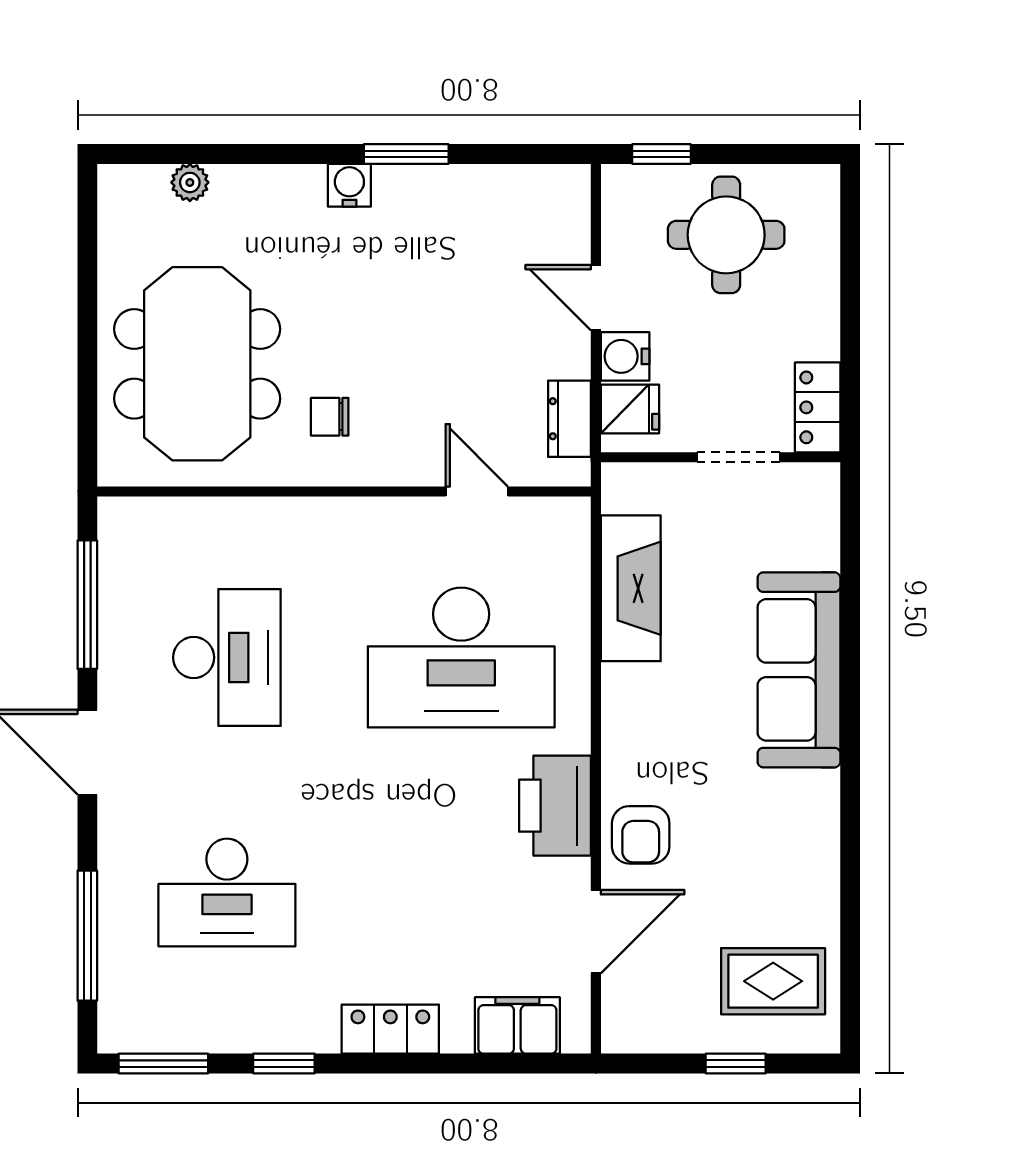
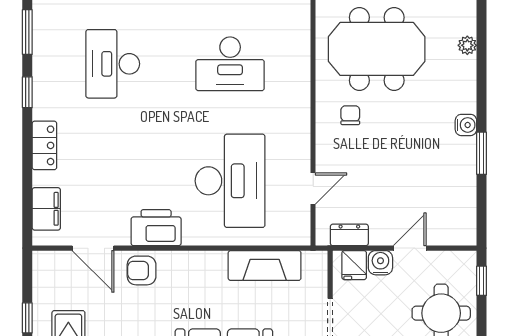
desk: (461, 658) -> (230, 181), turned 180

